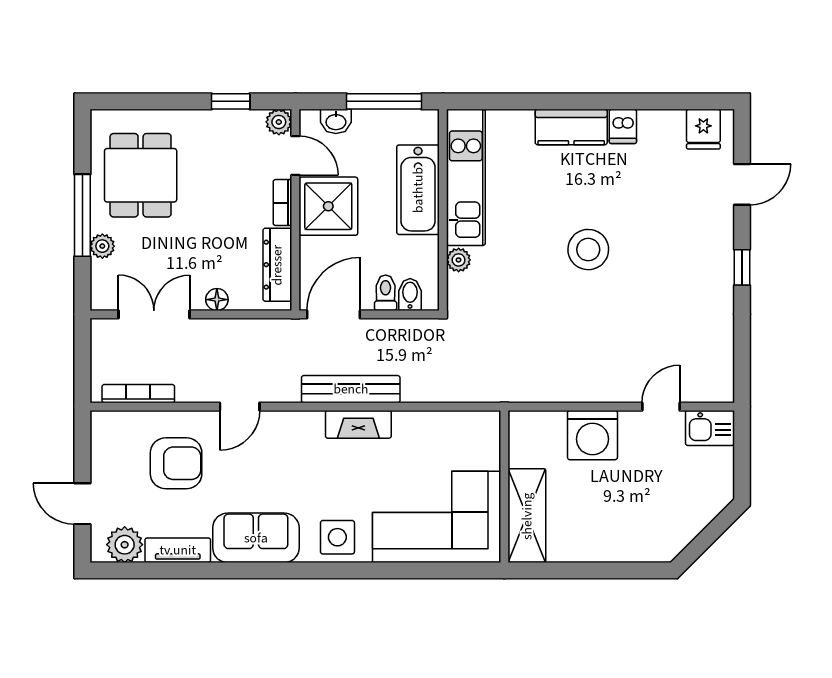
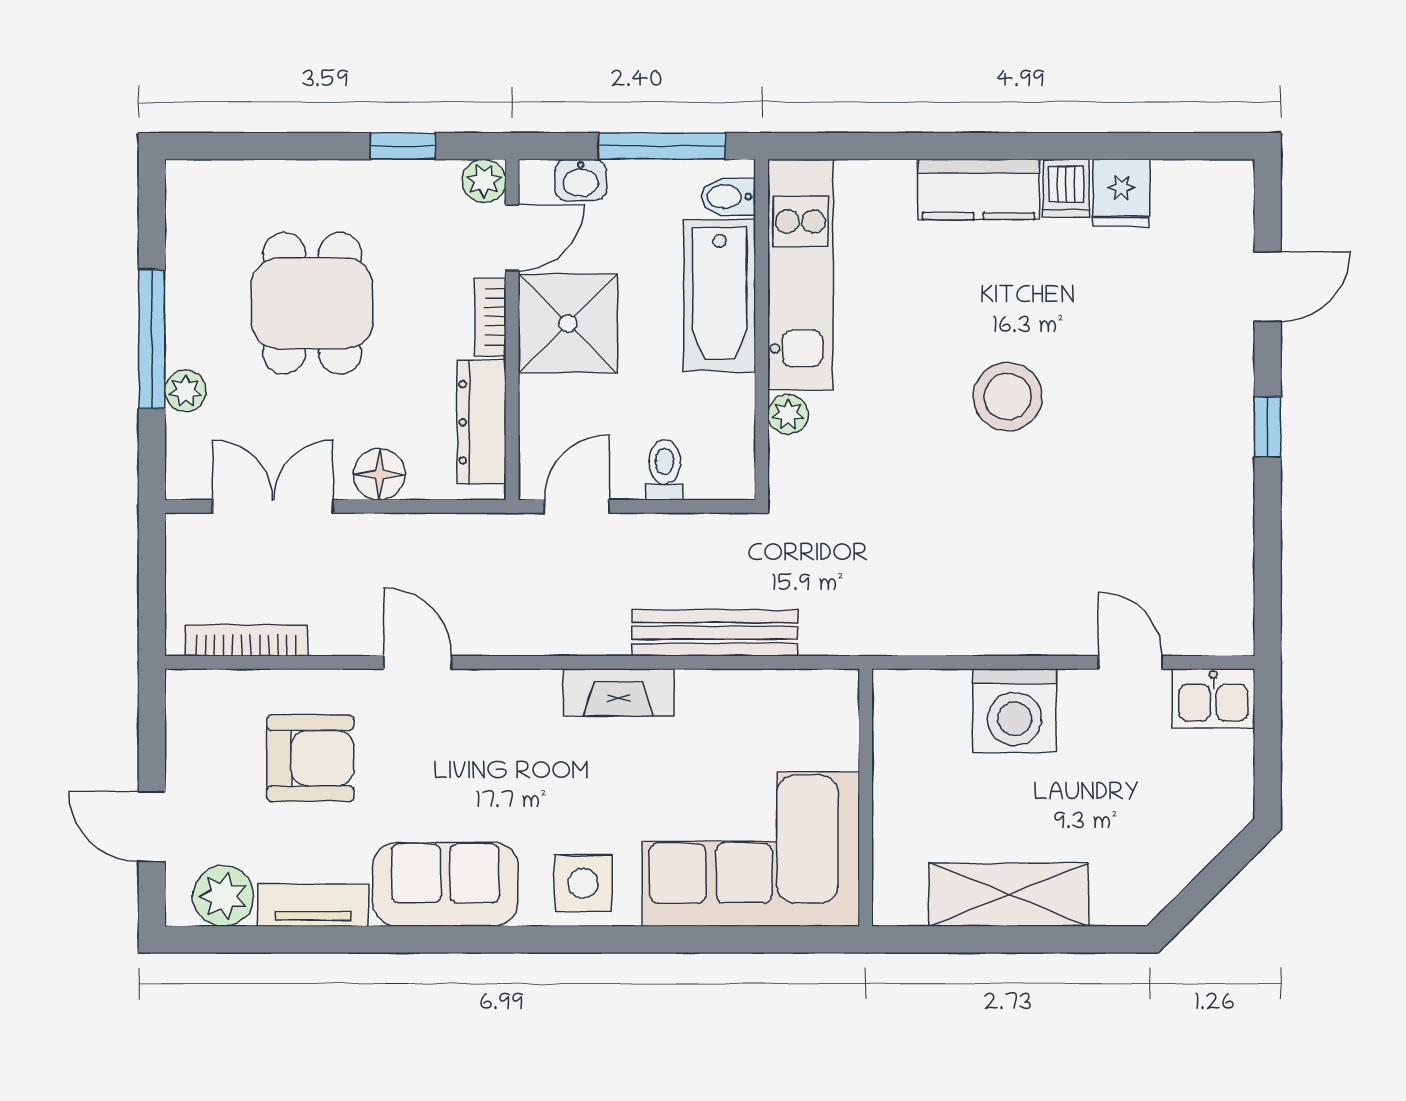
fridge: (703, 129) -> (1121, 193), moved
door: (295, 155) -> (512, 238), hinge flipped
dining table: (141, 175) -> (312, 303), moved
bidet: (410, 294) -> (728, 197), moved, turned -90
floor lamp: (217, 300) -> (379, 474), width x1.37, depth x1.37
door: (334, 314) -> (577, 506), width x0.73
bench: (351, 389) -> (715, 633), moved
door: (240, 407) -> (418, 662), swing flipped
door: (661, 407) -> (1130, 662), hinge flipped
shelving: (527, 516) -> (1009, 895), moved, turned 90

